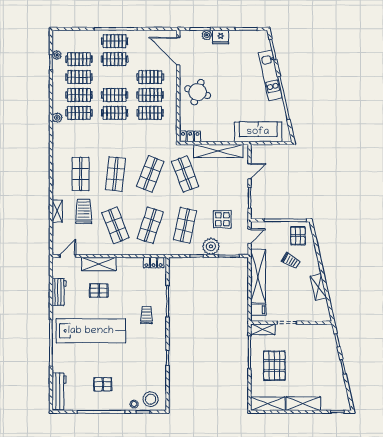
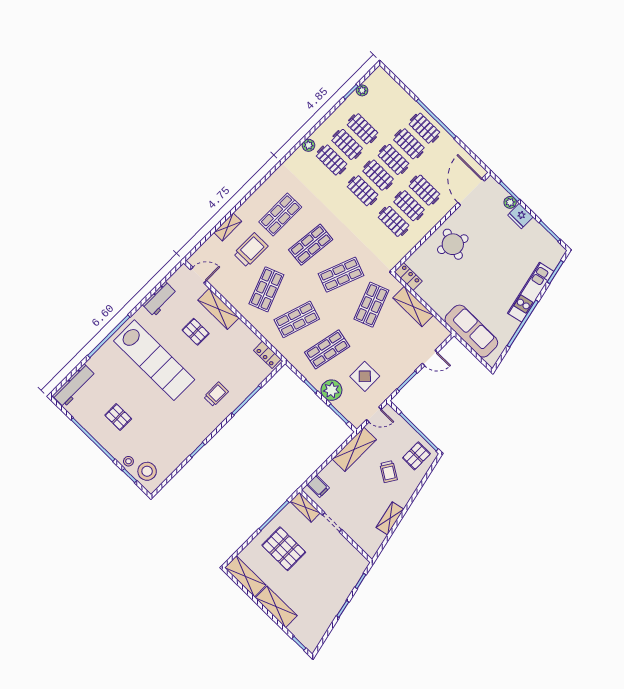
clothes rail: (79, 59) -> (393, 159), moved
shelving: (218, 151) -> (413, 306), width x0.68
shelving: (258, 276) -> (354, 449), width x0.68
pallet: (274, 366) -> (284, 549), turned 90

